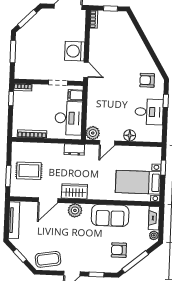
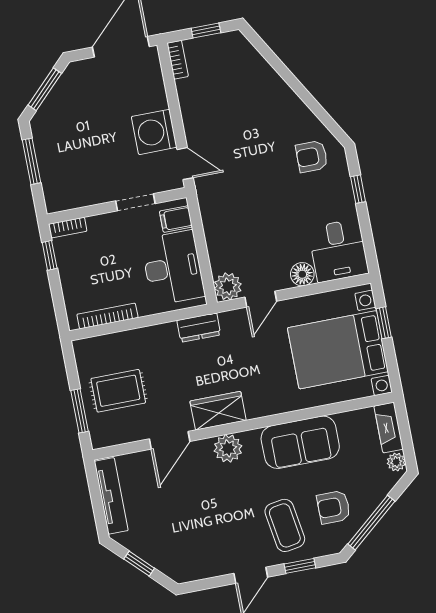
desk: (149, 112) -> (338, 251), moved, turned 90
bed with nightstands: (138, 182) -> (338, 350), width x1.36
coffee table: (48, 259) -> (285, 525), moved, turned 90

